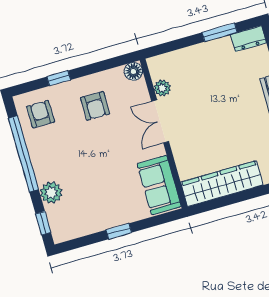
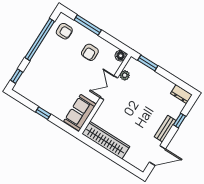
window: (220, 32) -> (148, 63), moved
window: (59, 78) -> (88, 25), width x2.17
armchair: (41, 114) -> (64, 31), turned 90
plant: (51, 193) -> (33, 67), removed

